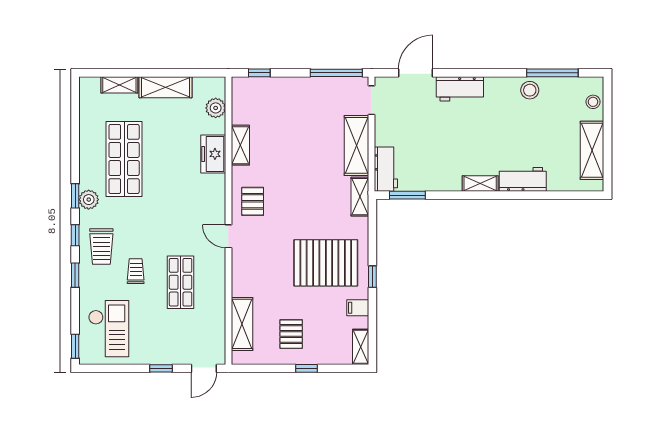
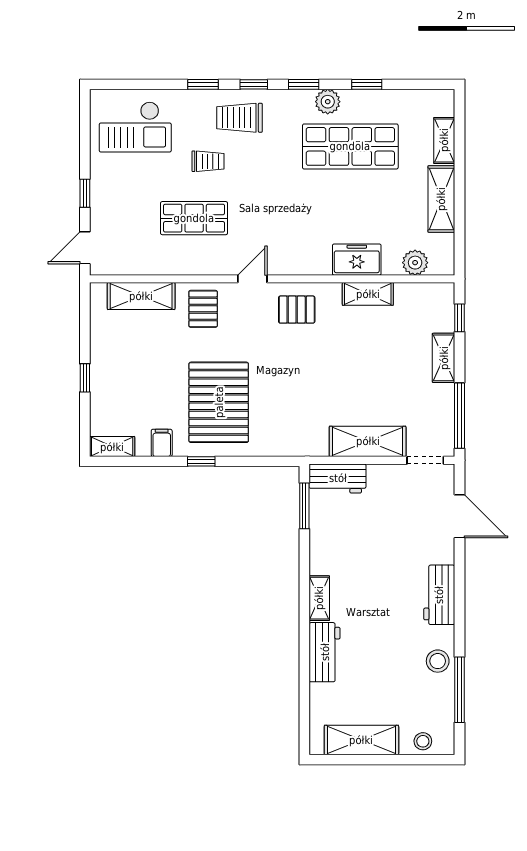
workbench: (460, 89) -> (439, 595), moved
shelving: (360, 197) -> (444, 358), moved, turned 90
plant: (89, 200) -> (328, 102), moved
pallet: (291, 334) -> (203, 309), moved, turned 90
window: (75, 346) -> (367, 84), moved
door: (204, 368) -> (85, 248), hinge flipped

